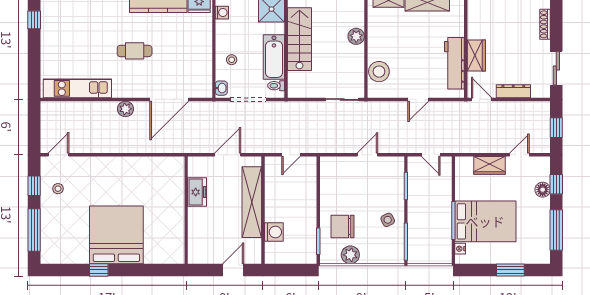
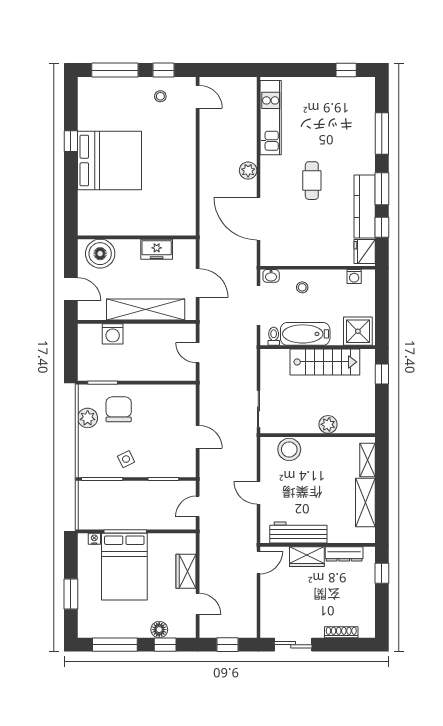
dresser: (513, 91) -> (344, 554), moved, turned 90
boiler: (201, 243) -> (100, 254), added

